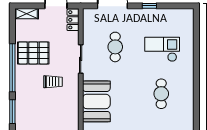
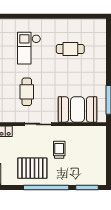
cafe table: (115, 47) -> (27, 92), turned 90
pallet: (33, 53) -> (32, 168), turned 90

